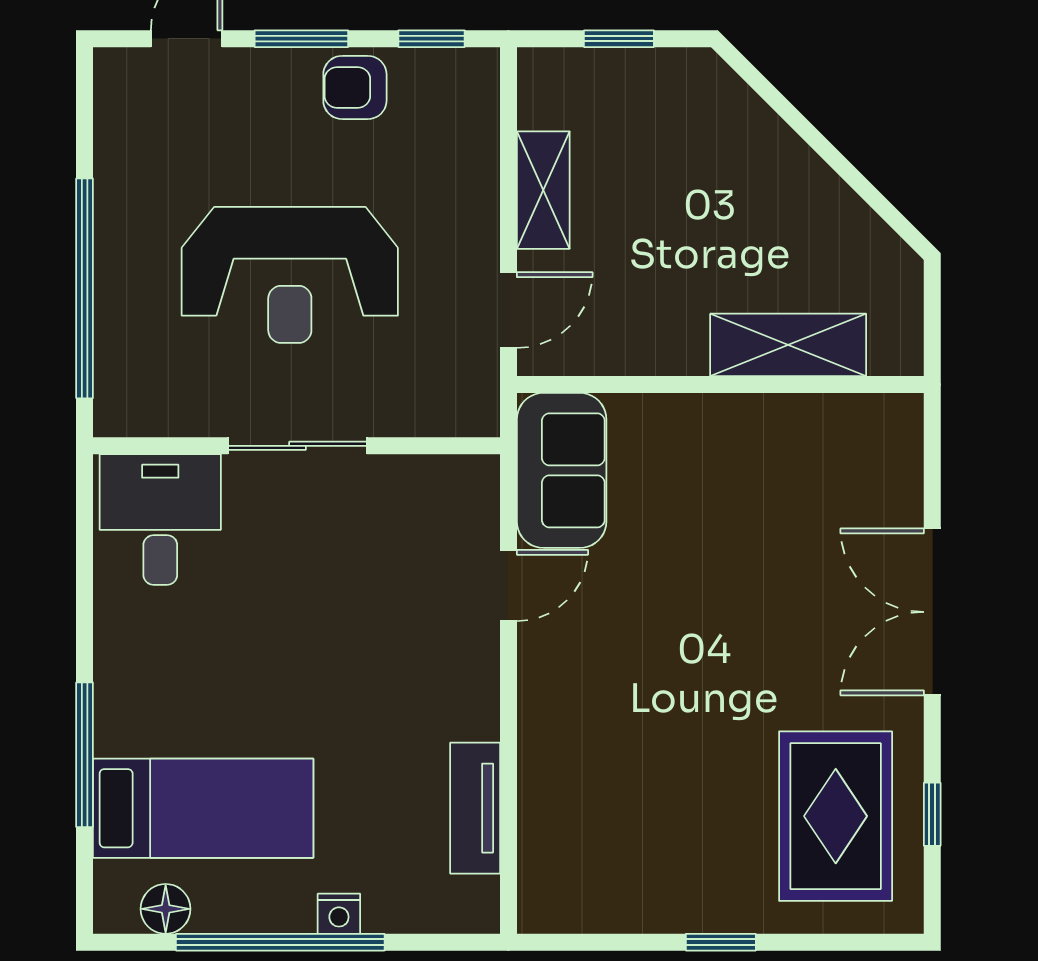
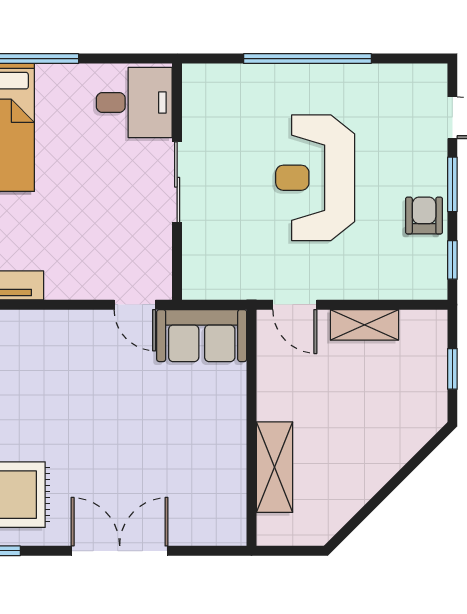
wall: (296, 446) -> (177, 182), moved
sliding door: (298, 446) -> (177, 182), moved
desk: (160, 519) -> (134, 102), moved

